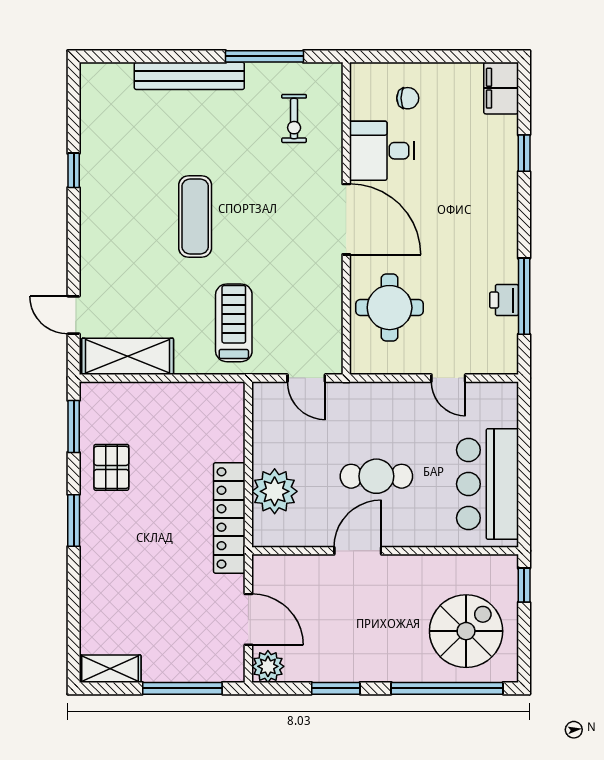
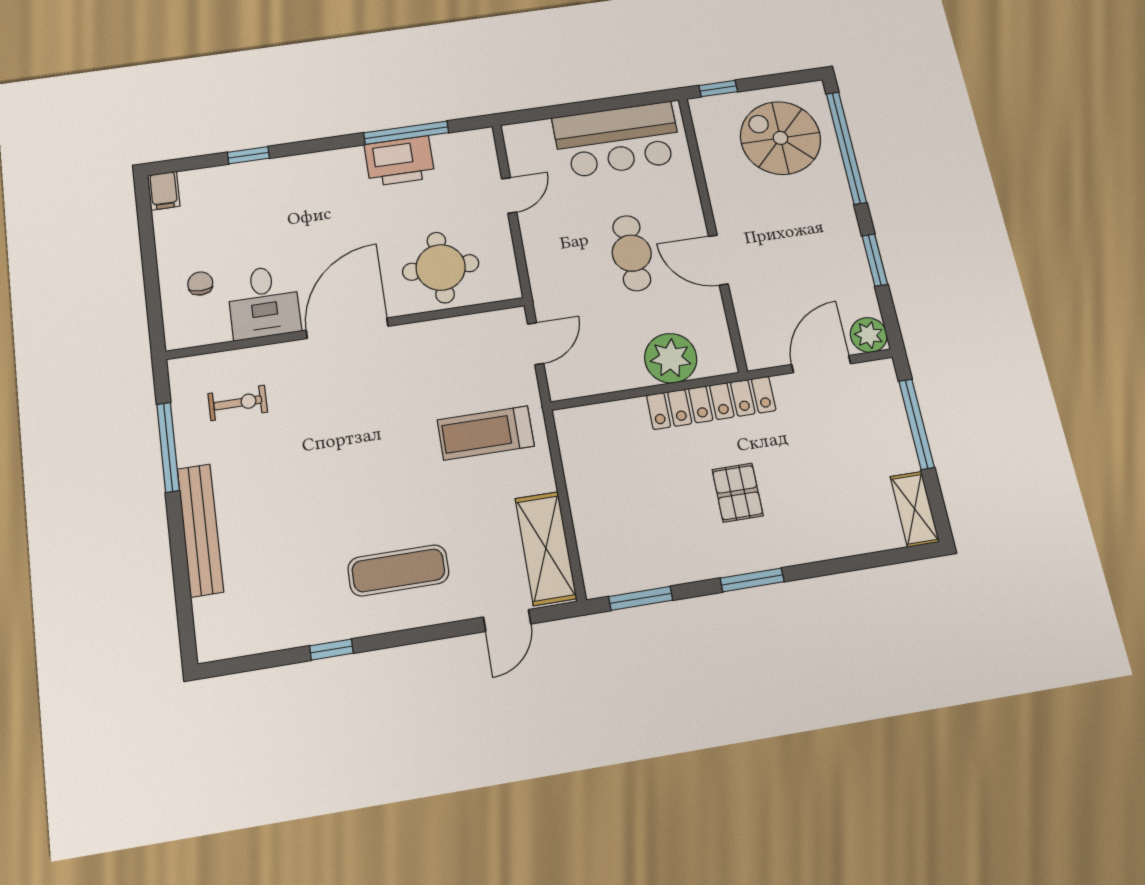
filing cabinet: (501, 88) -> (164, 191), width x0.50
exercise mat: (195, 216) -> (398, 570), moved
printer: (504, 300) -> (400, 161), width x1.87, depth x1.48
pallet: (111, 467) -> (738, 493), moved, turned 90

